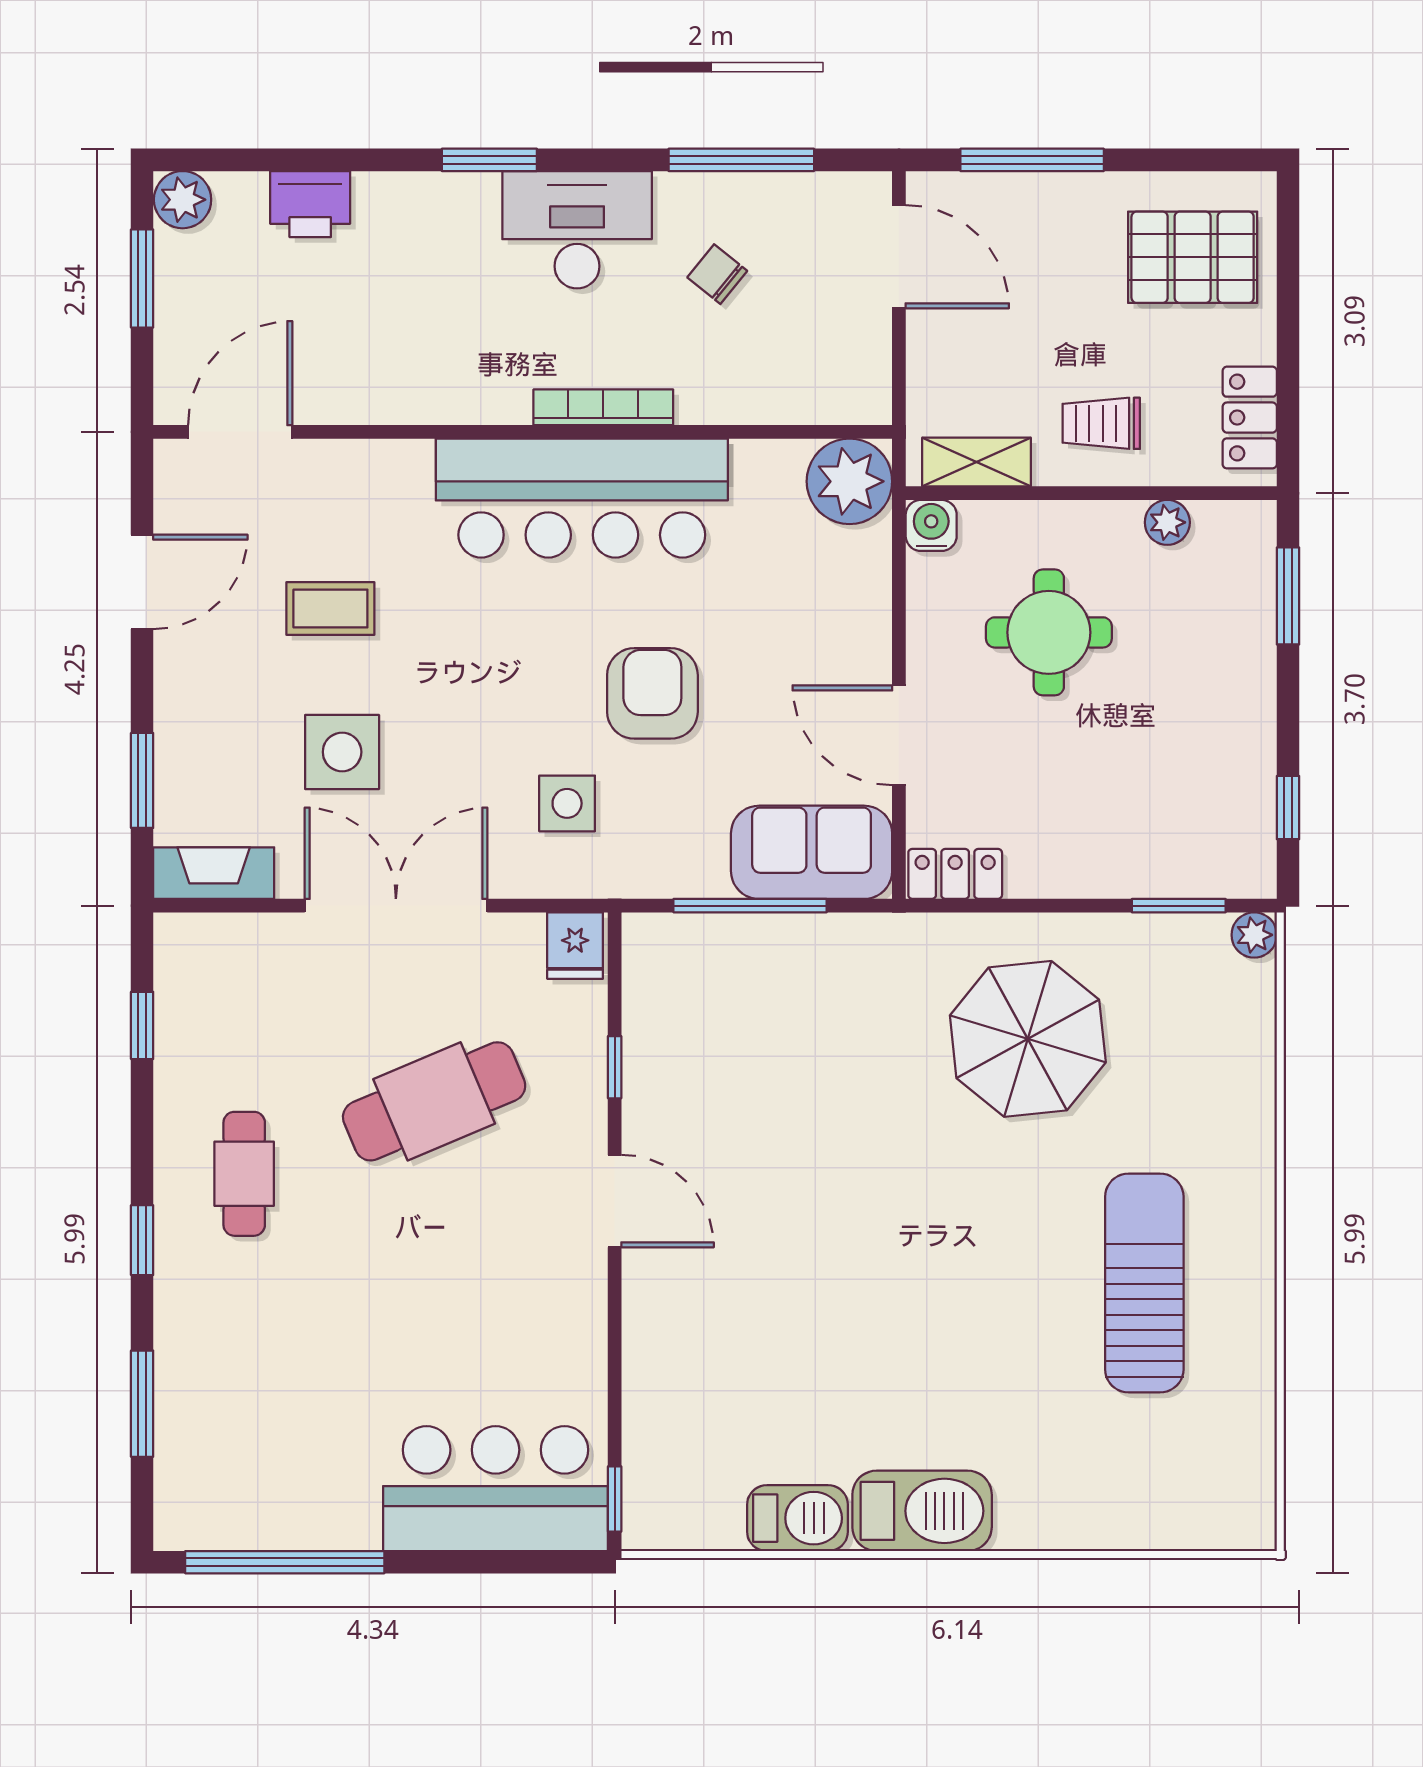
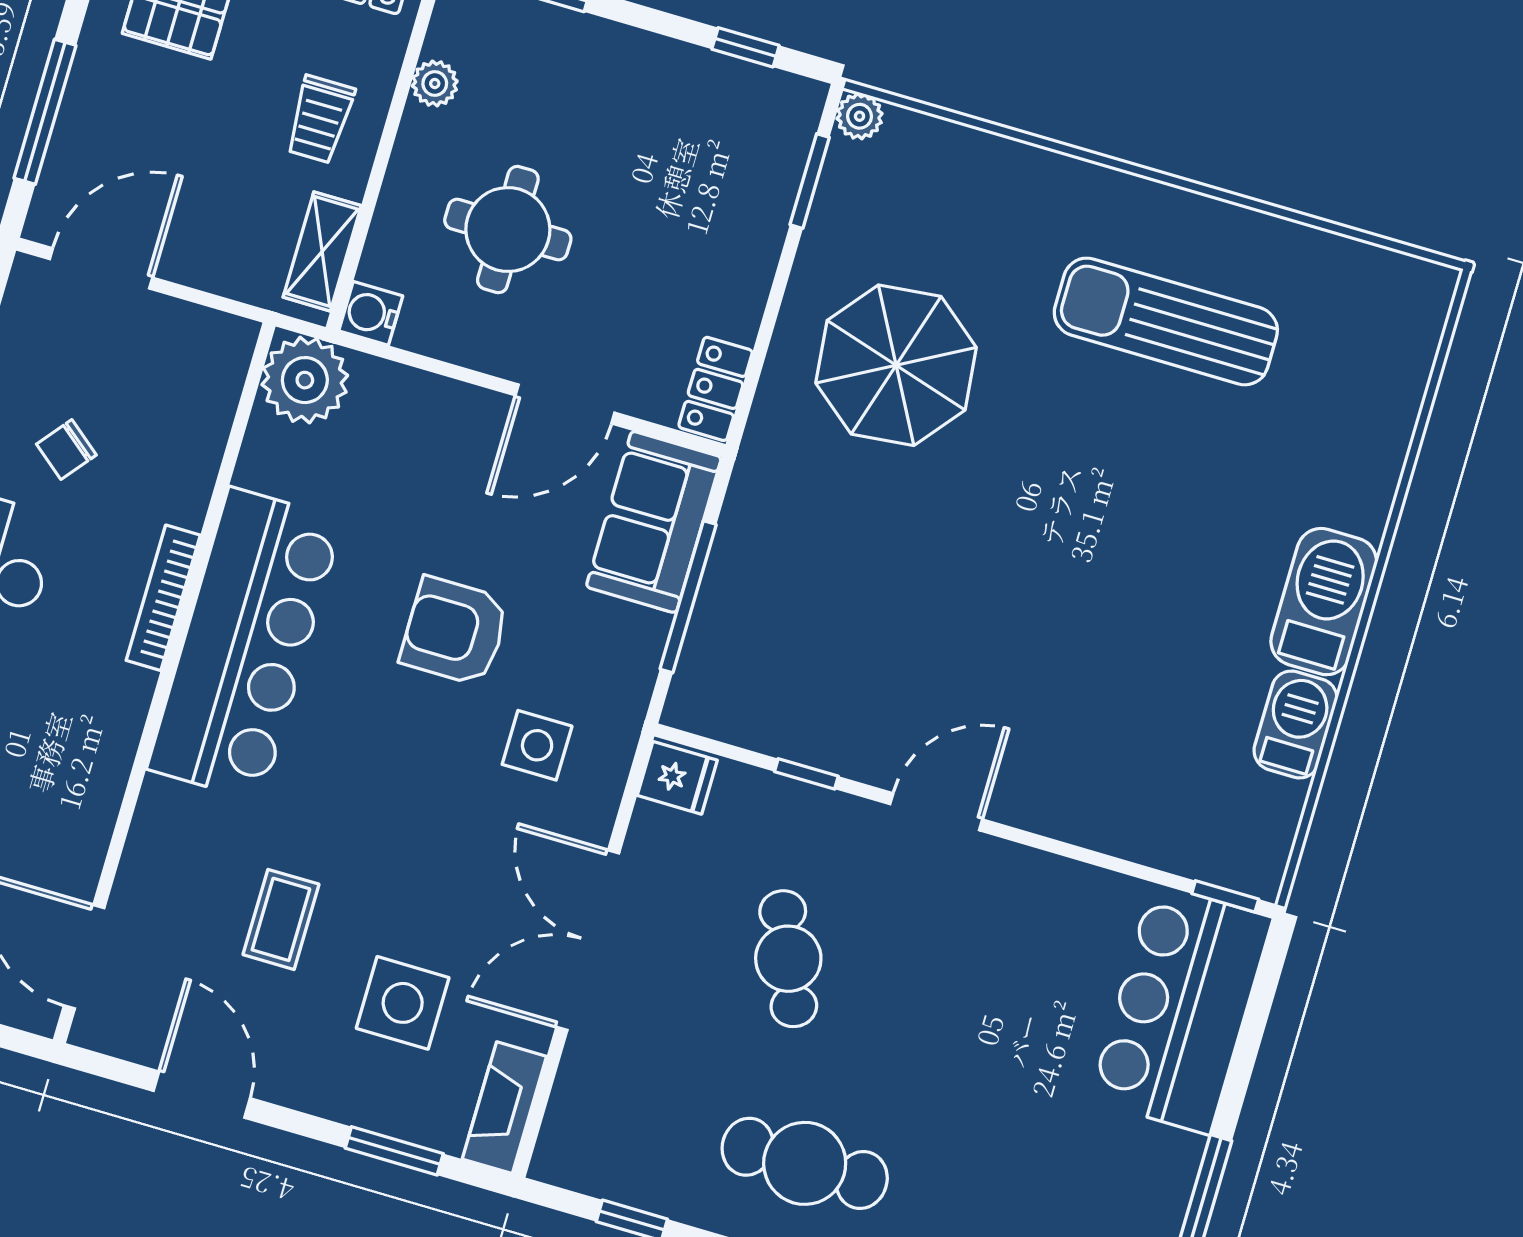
side table: (342, 752) -> (403, 1003), moved
cafe table: (434, 1101) -> (788, 959), width x0.73, depth x0.74
cafe table: (244, 1174) -> (805, 1163), width x1.37, depth x1.35

